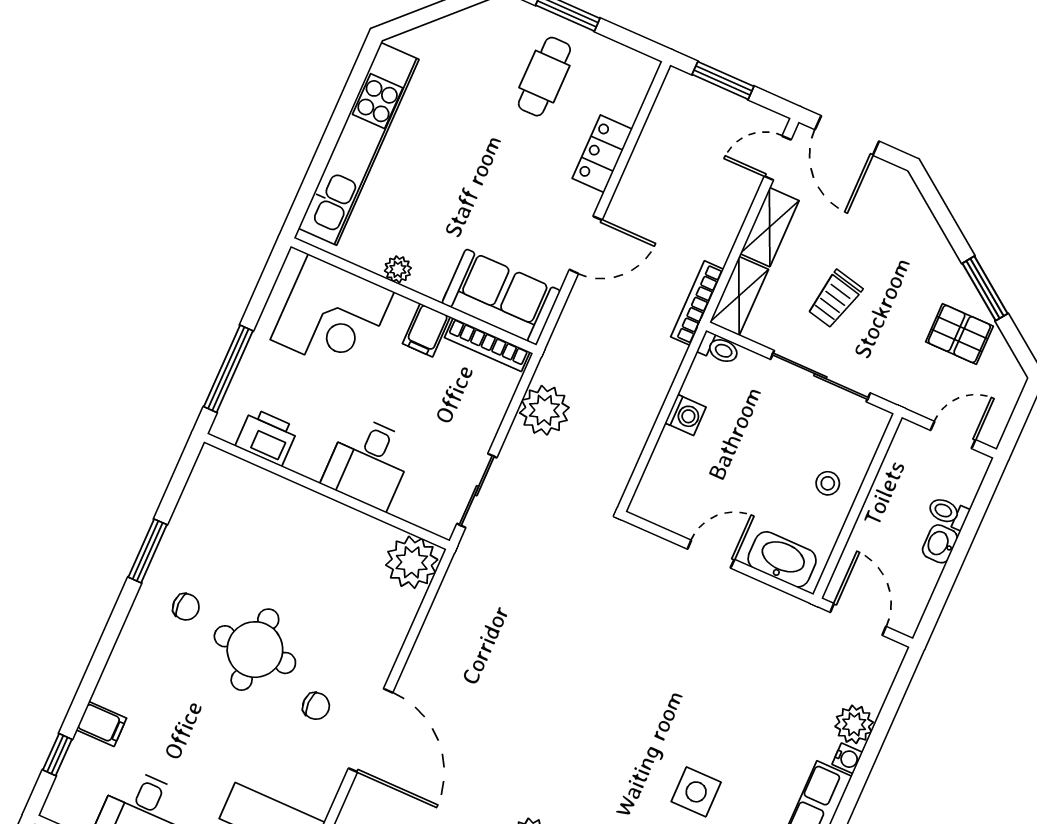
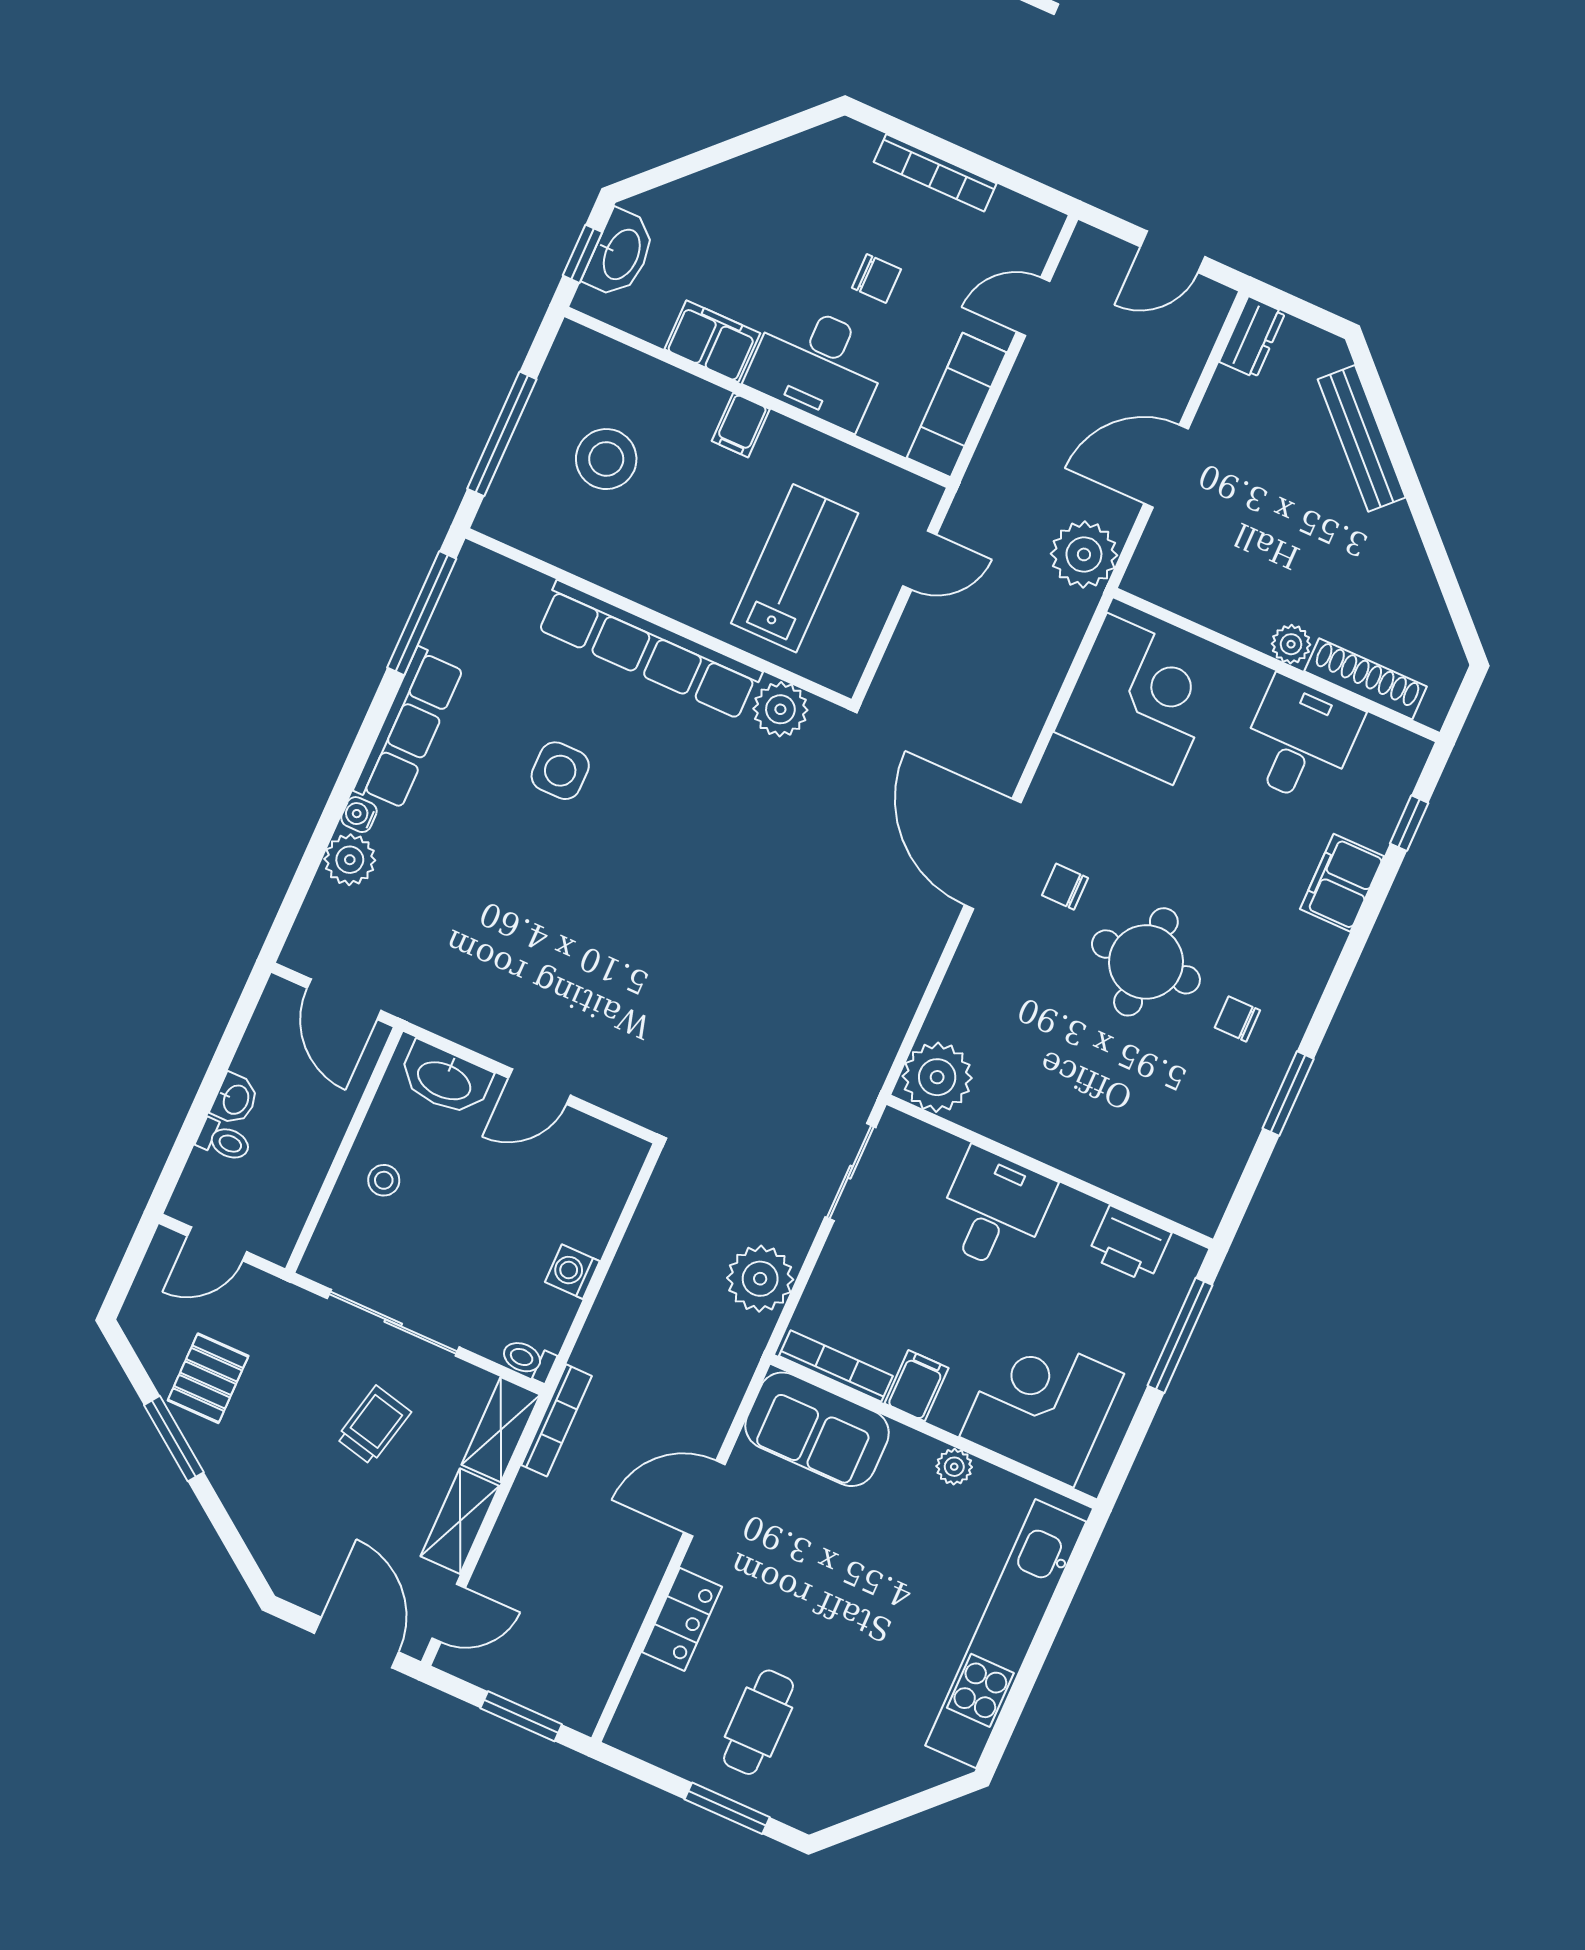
pallet: (959, 334) -> (208, 1378), turned 90
filing cabinet: (101, 724) -> (1342, 883), width x2.00

